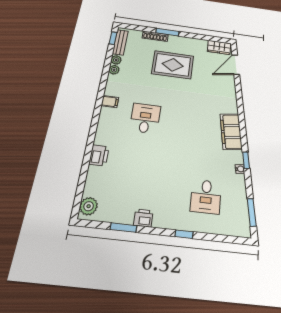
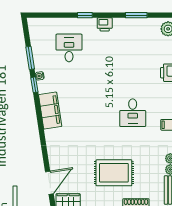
window: (252, 212) -> (30, 58), moved
printer: (143, 218) -> (105, 24), moved

